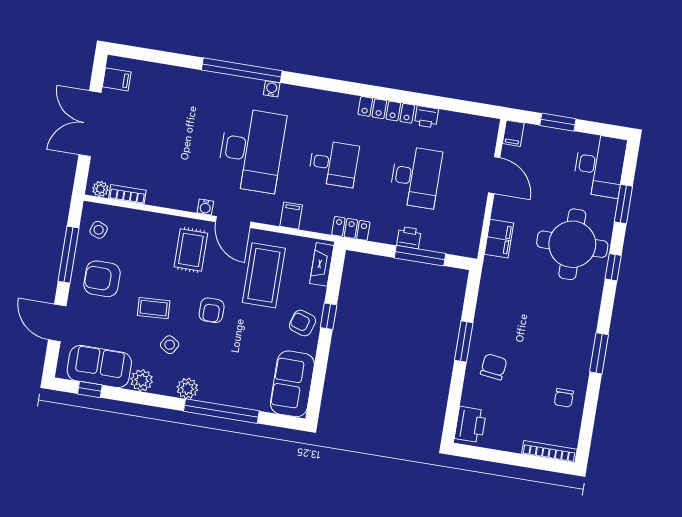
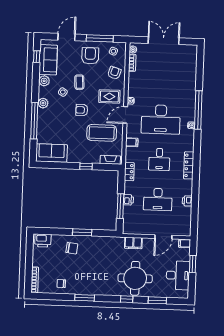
filing cabinet: (117, 79) -> (186, 51), removed
locker: (386, 110) -> (189, 165), moved
desk: (600, 166) -> (178, 275), moved, turned -90
armchair: (303, 323) -> (114, 73), moved

